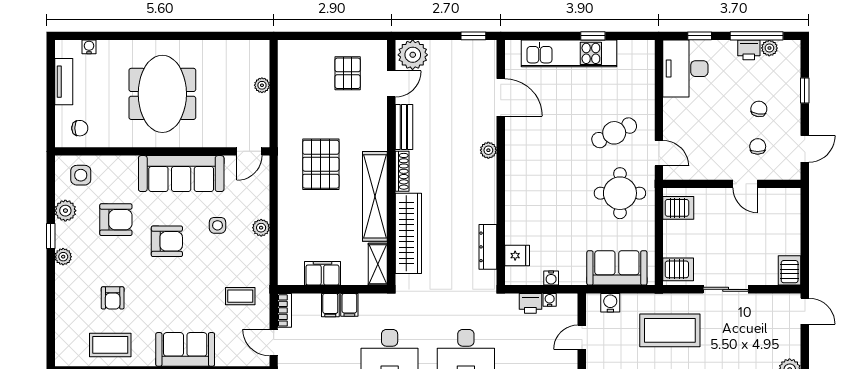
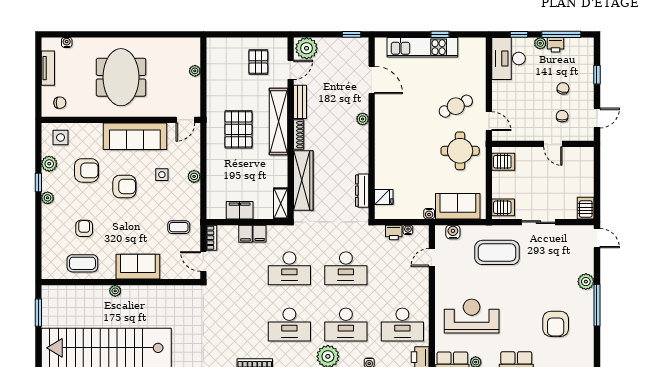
plant: (769, 48) -> (540, 43), moved
shelving: (375, 196) -> (278, 122), moved
water cooler: (551, 278) -> (429, 214), moved
armchair: (113, 298) -> (84, 228), turned 180

